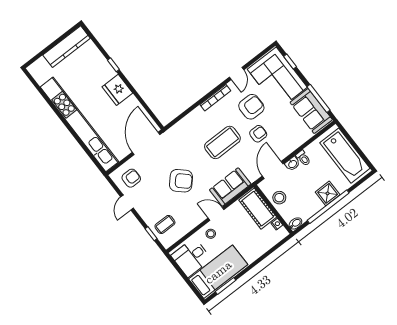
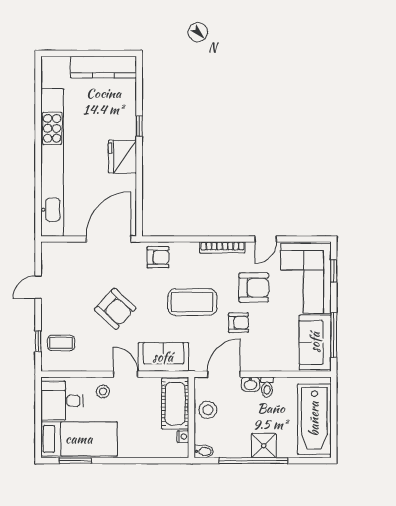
armchair: (131, 178) -> (158, 257), moved

